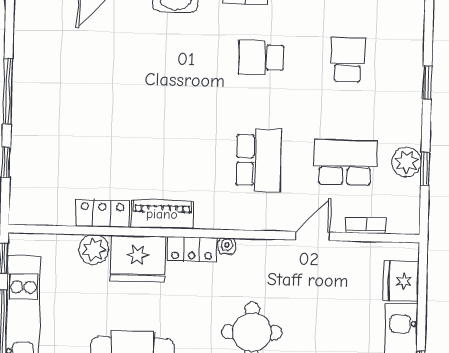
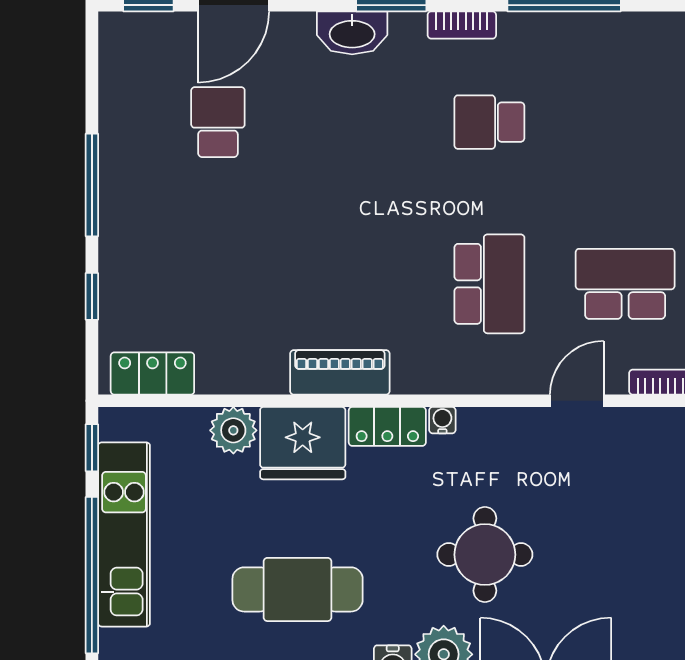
school desk: (348, 60) -> (218, 122), moved
locker: (102, 214) -> (152, 373), moved

